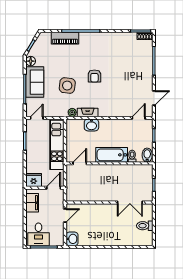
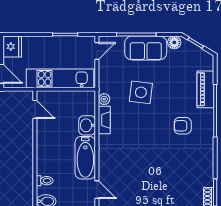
armchair: (94, 76) -> (183, 126), moved
door: (37, 118) -> (97, 51), hinge flipped
bathtub: (112, 155) -> (85, 158), moved, turned 180

